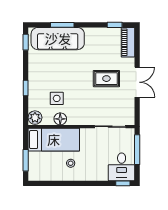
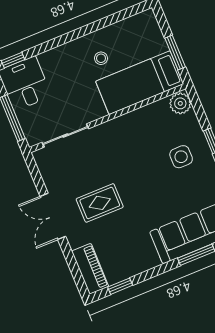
side table: (57, 98) -> (181, 157), moved
floor lamp: (60, 119) -> (143, 117), removed
window: (26, 160) -> (175, 53), moved

